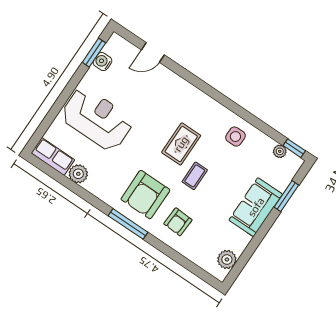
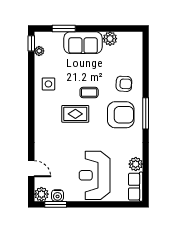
plant: (116, 44) -> (41, 194), added
plant: (227, 260) -> (110, 39), moved

